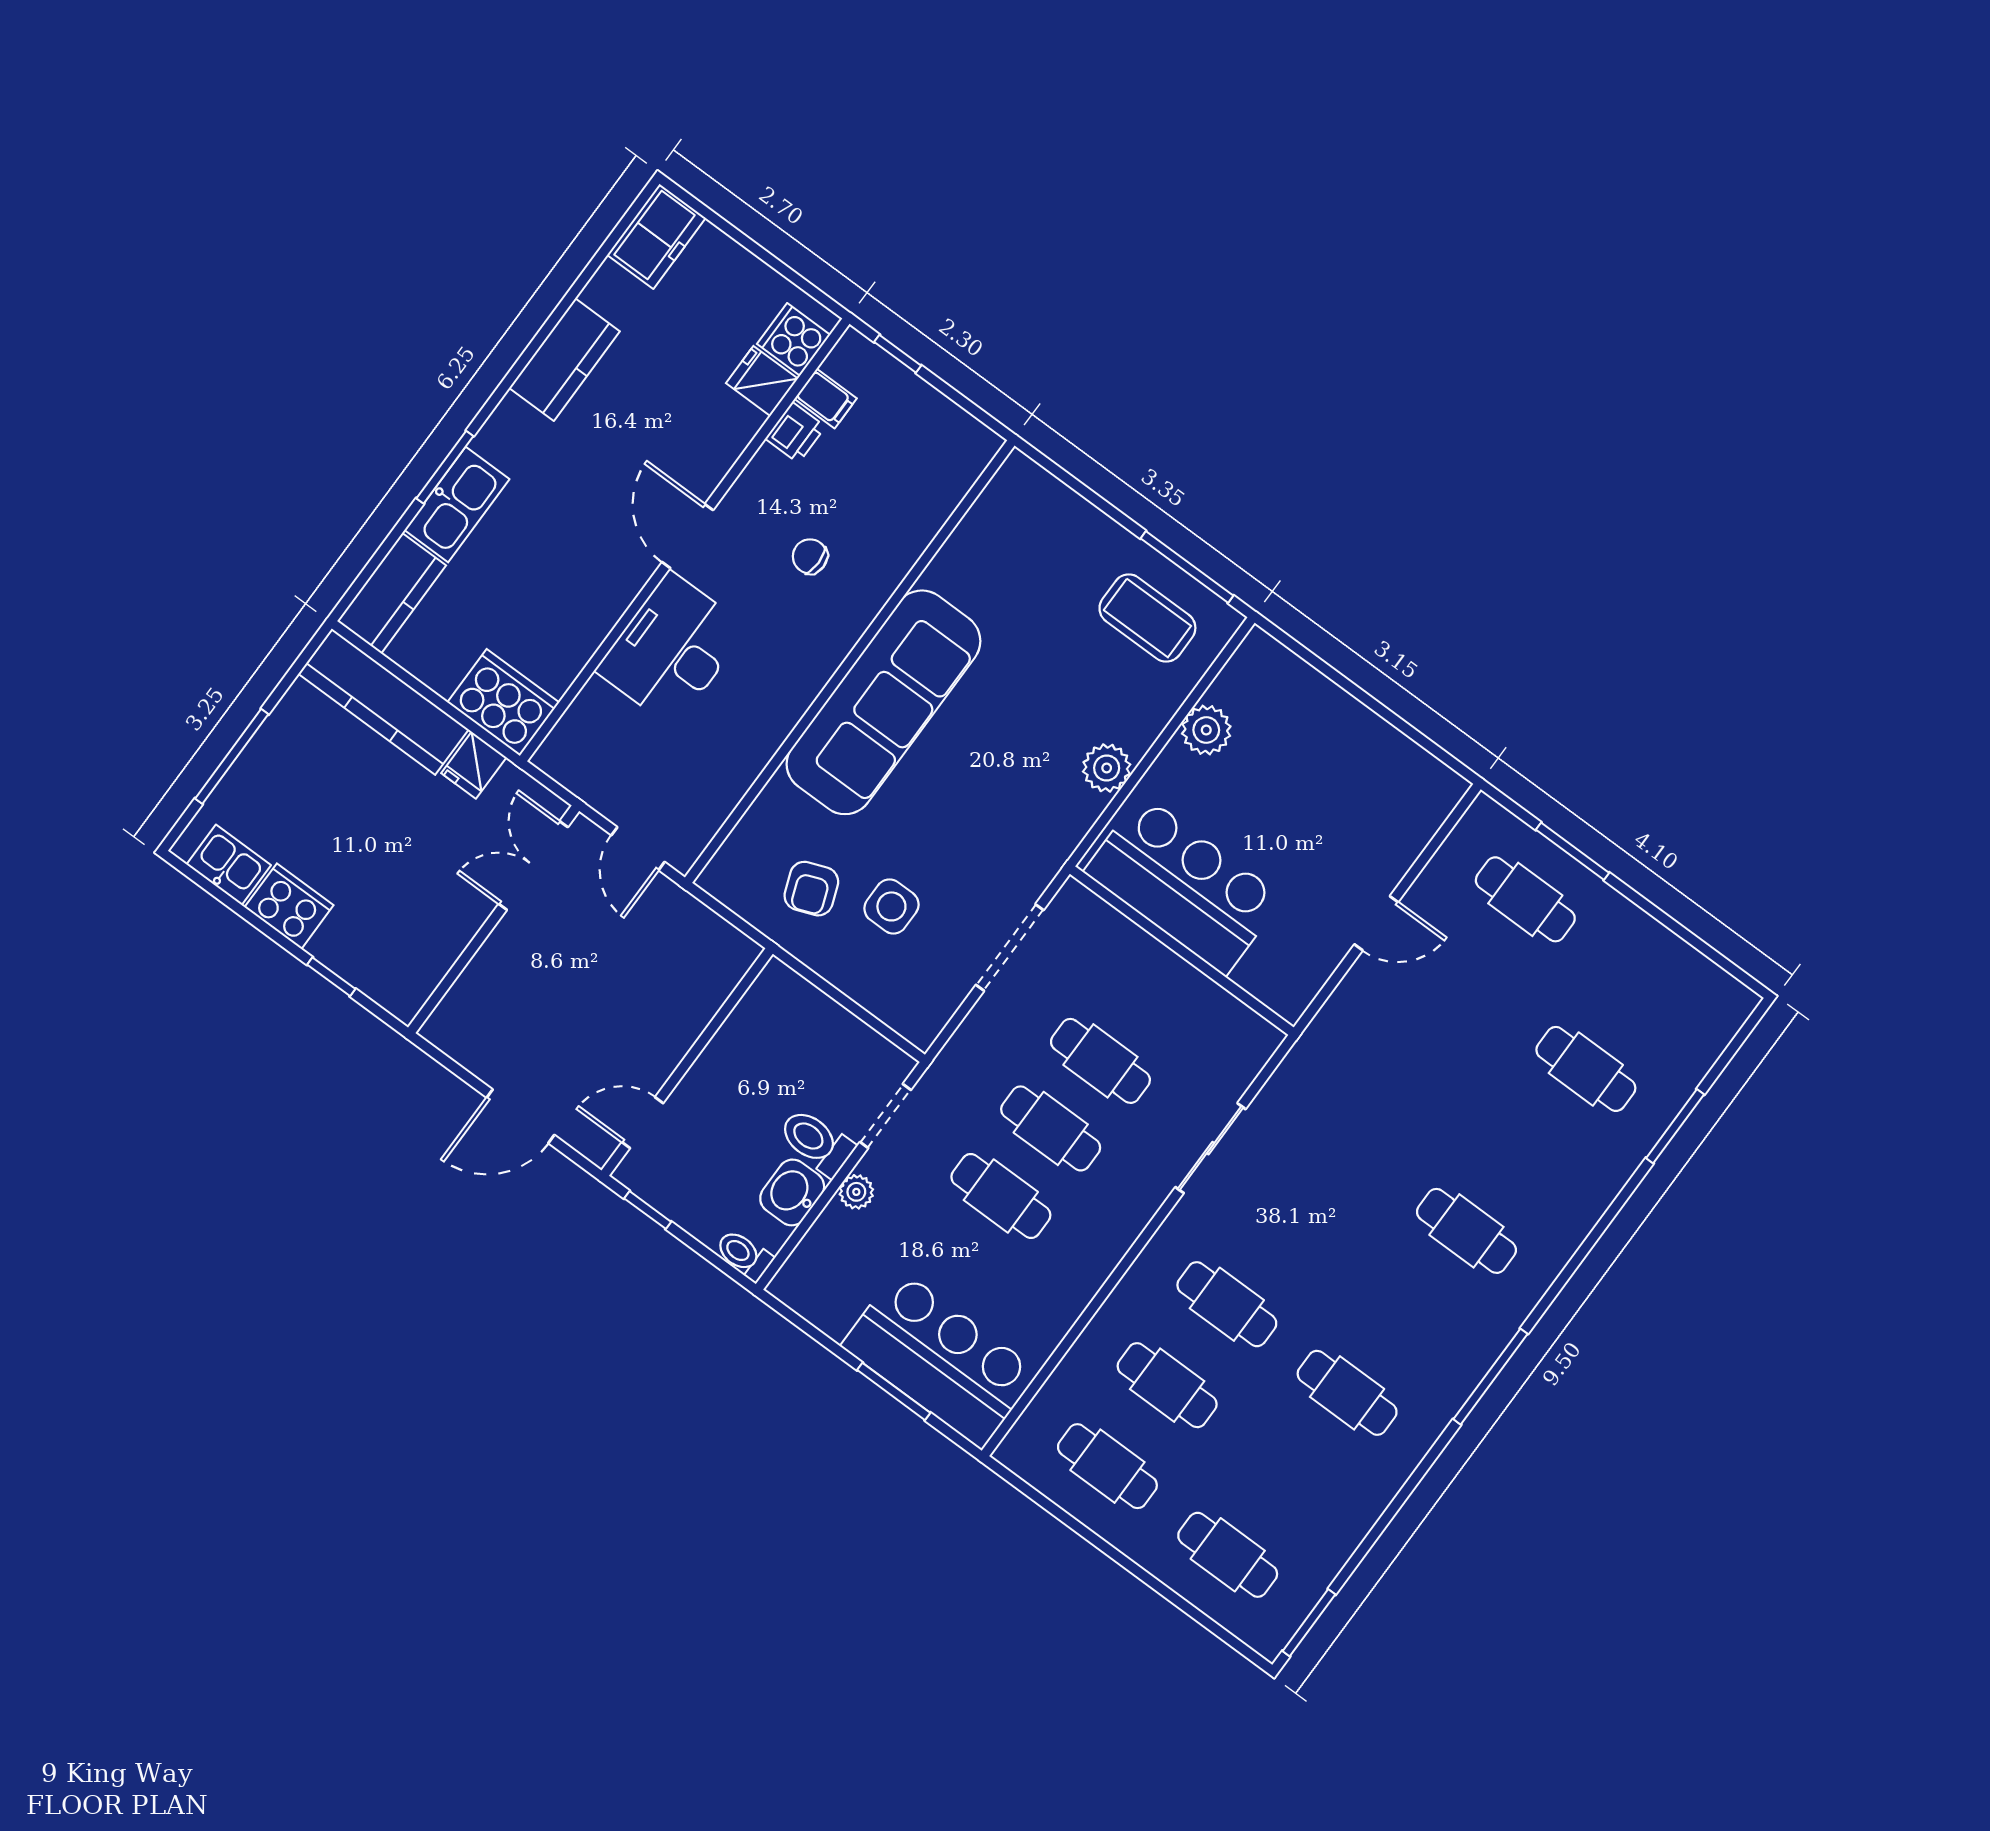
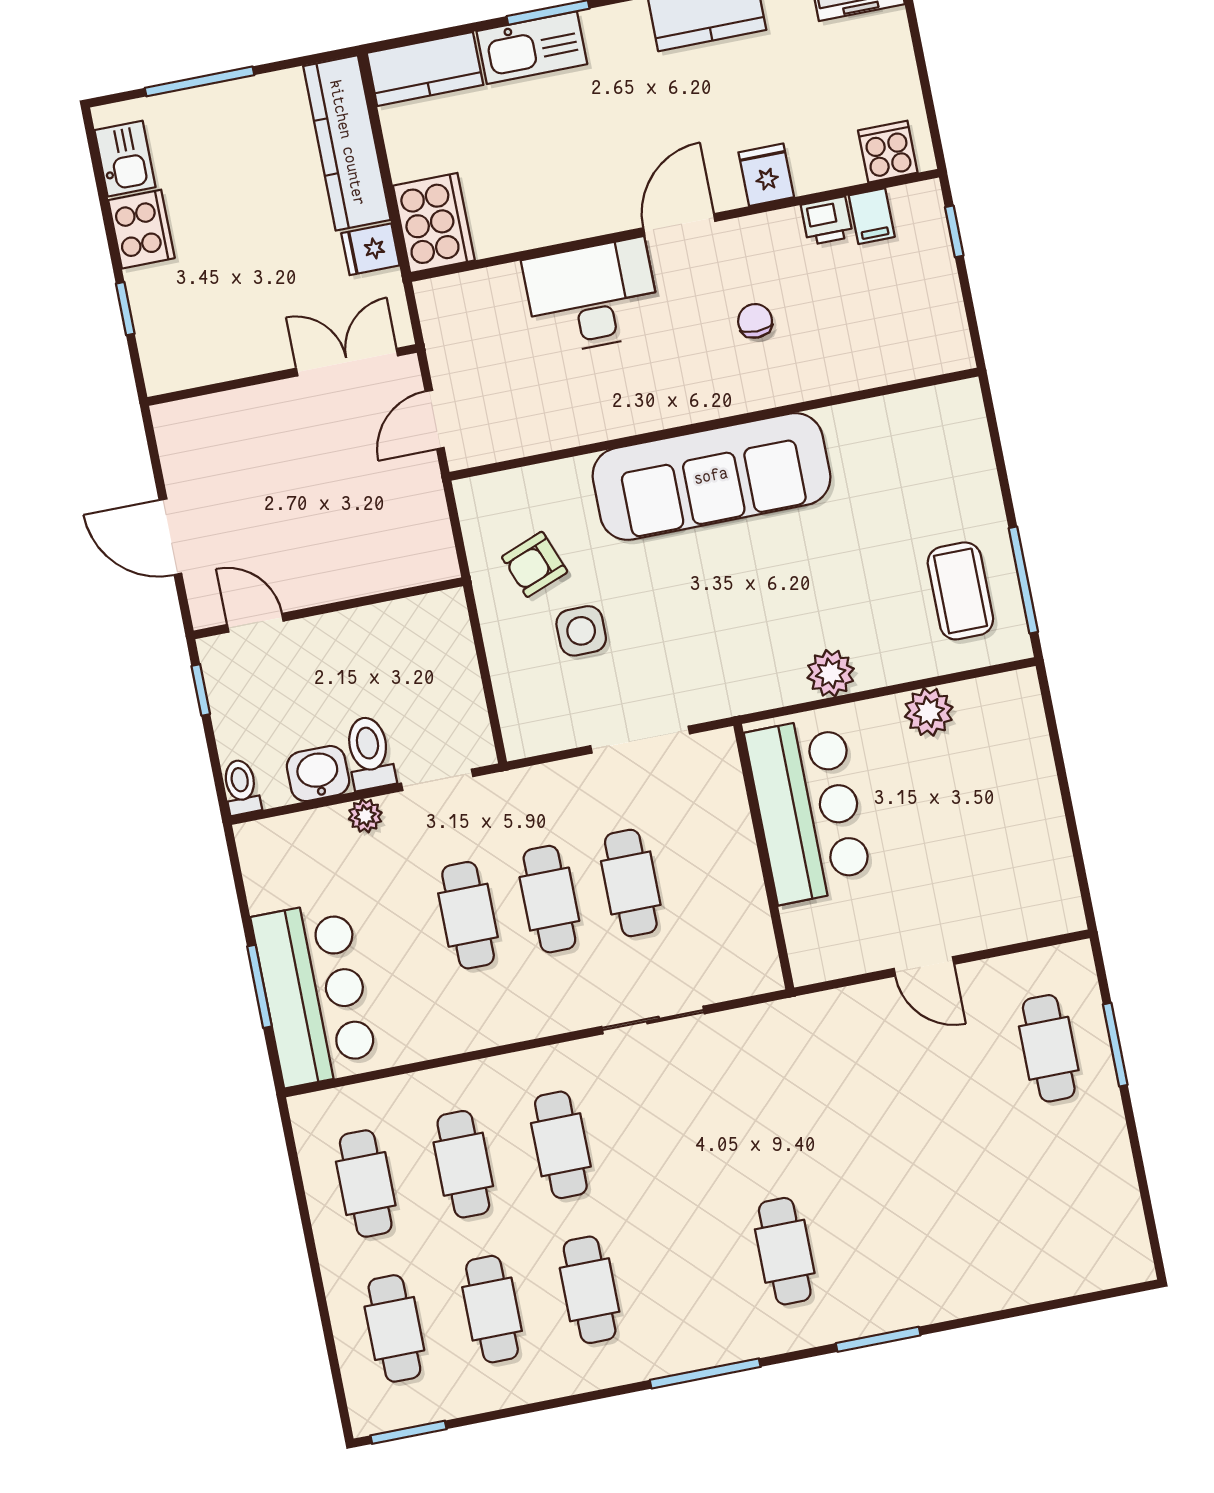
fridge: (762, 381) -> (766, 175), moved
cafe table: (1586, 1069) -> (492, 1309), moved
window: (1675, 1126) -> (878, 1339), moved

